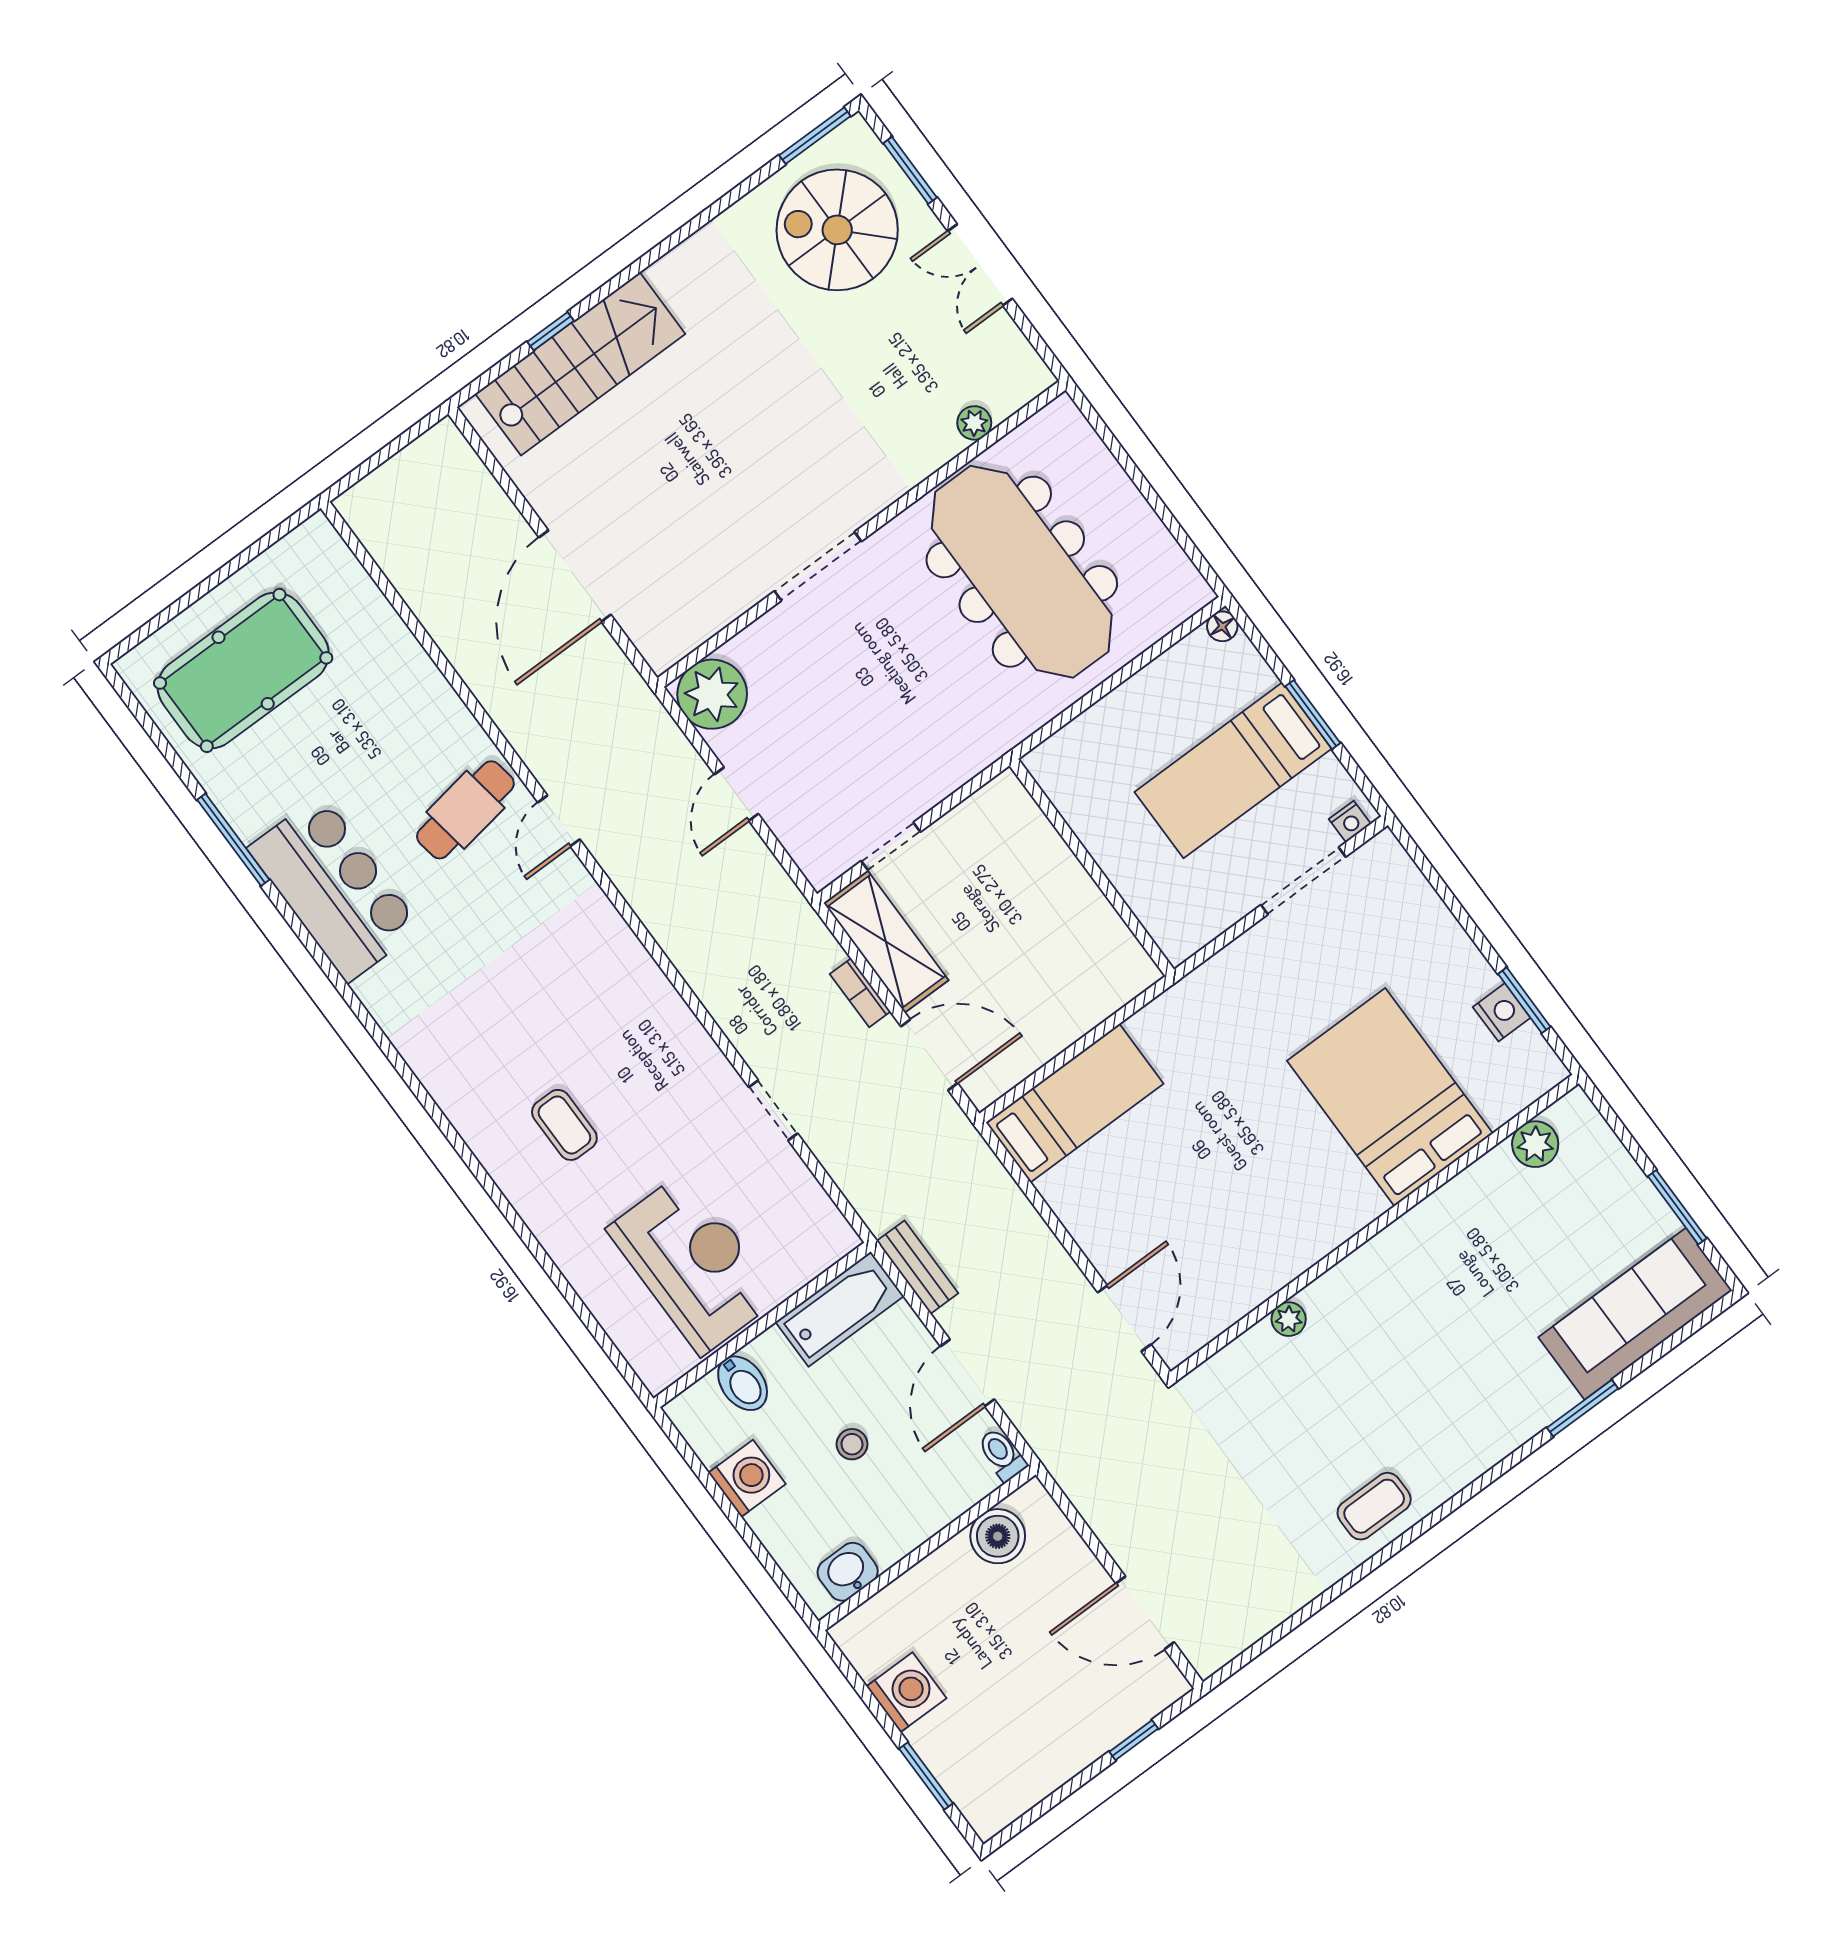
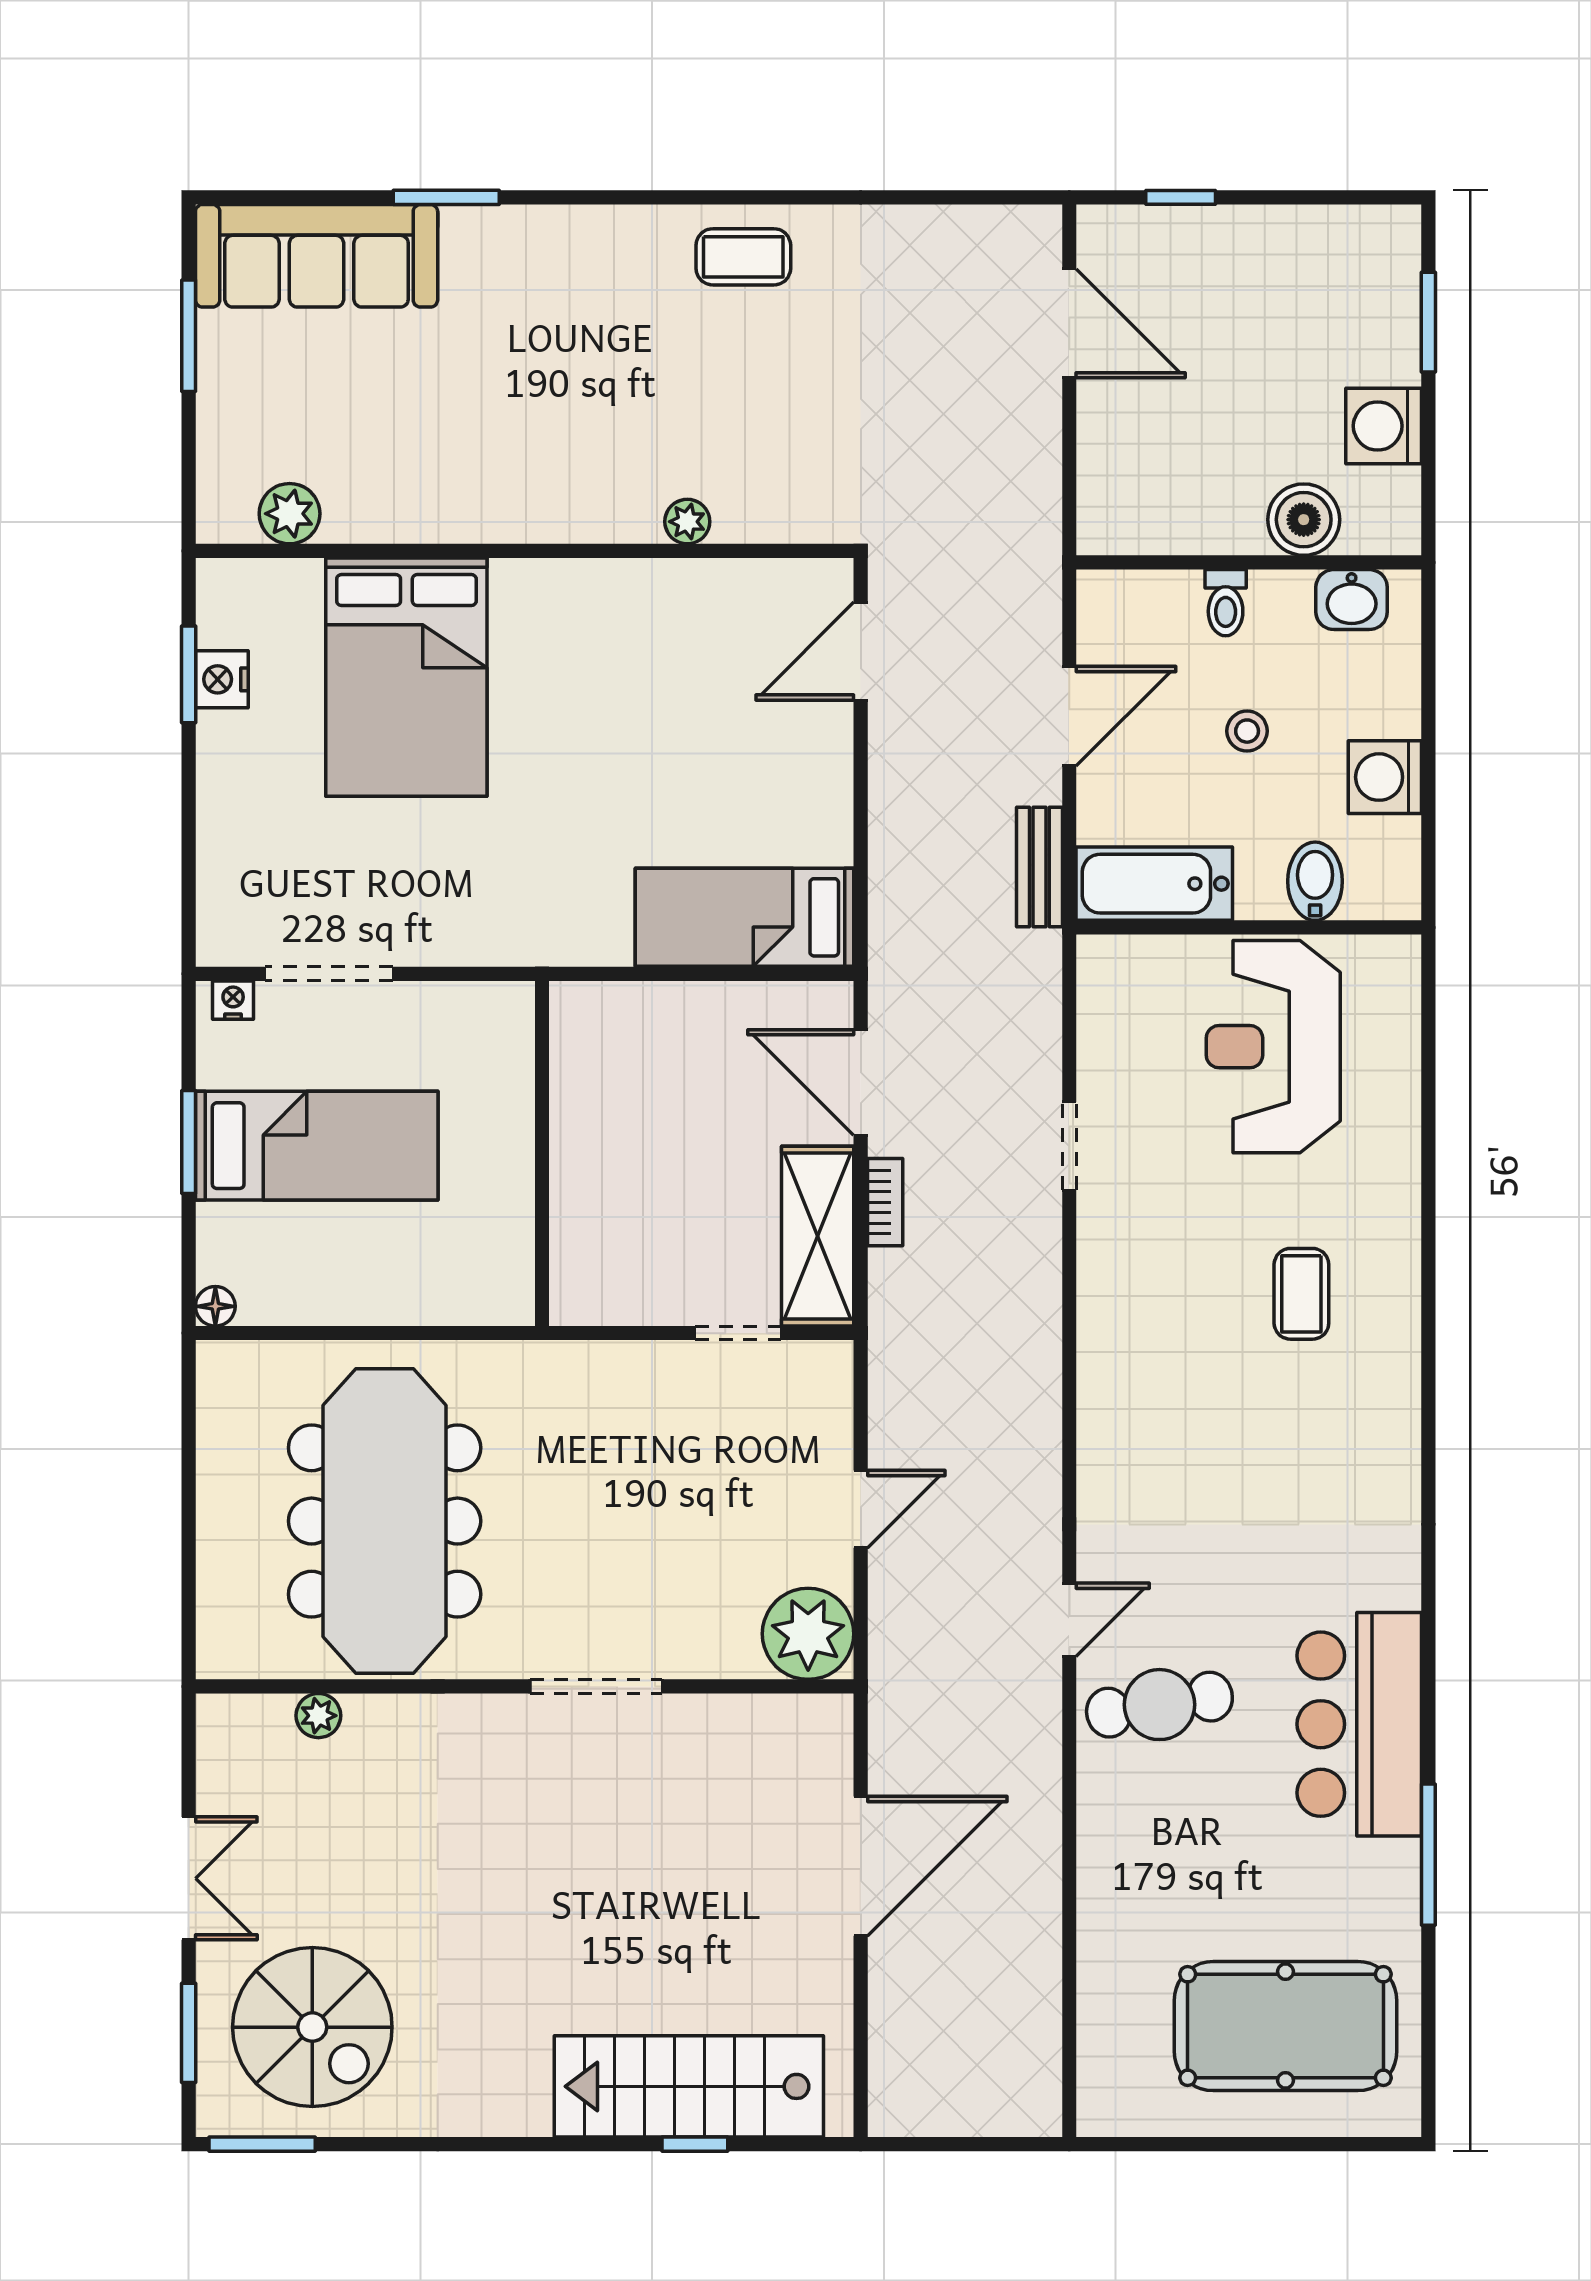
toilet: (1002, 1455) -> (1226, 603), moved
boiler: (998, 1536) -> (1304, 520), moved

